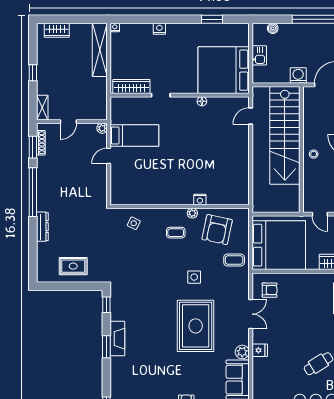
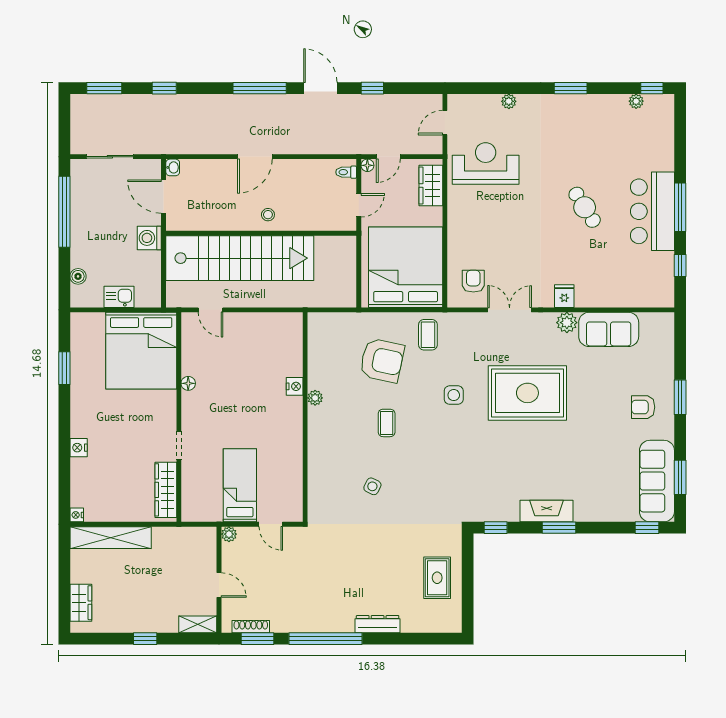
nightstand: (200, 200) -> (295, 386), moved
wall: (180, 207) -> (305, 417), moved
plant: (192, 213) -> (315, 398), moved

